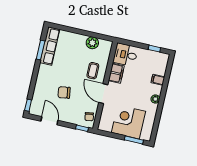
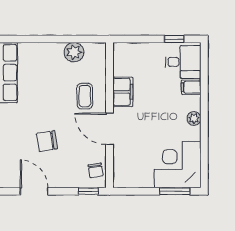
desk: (125, 55) -> (183, 62), moved, turned 180
corner desk: (128, 122) -> (178, 165), moved

